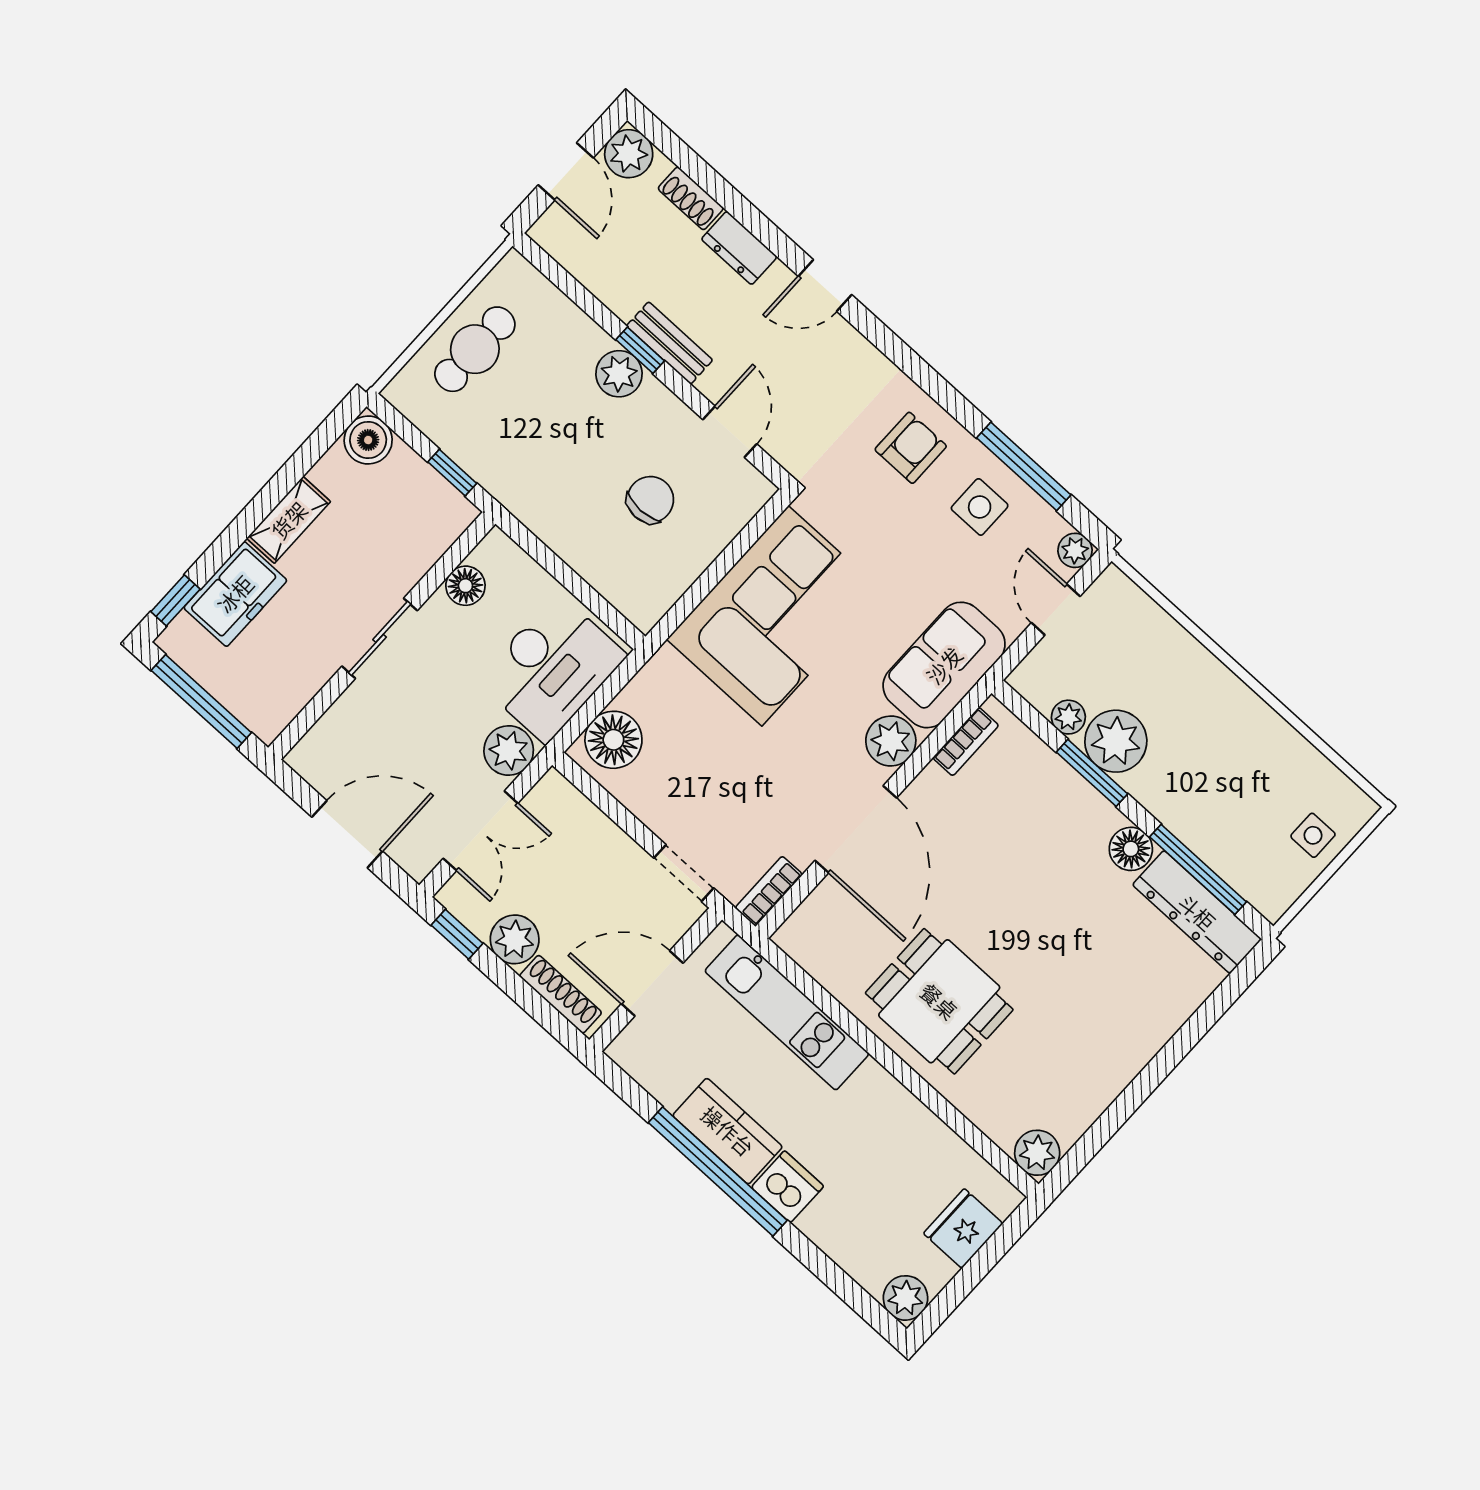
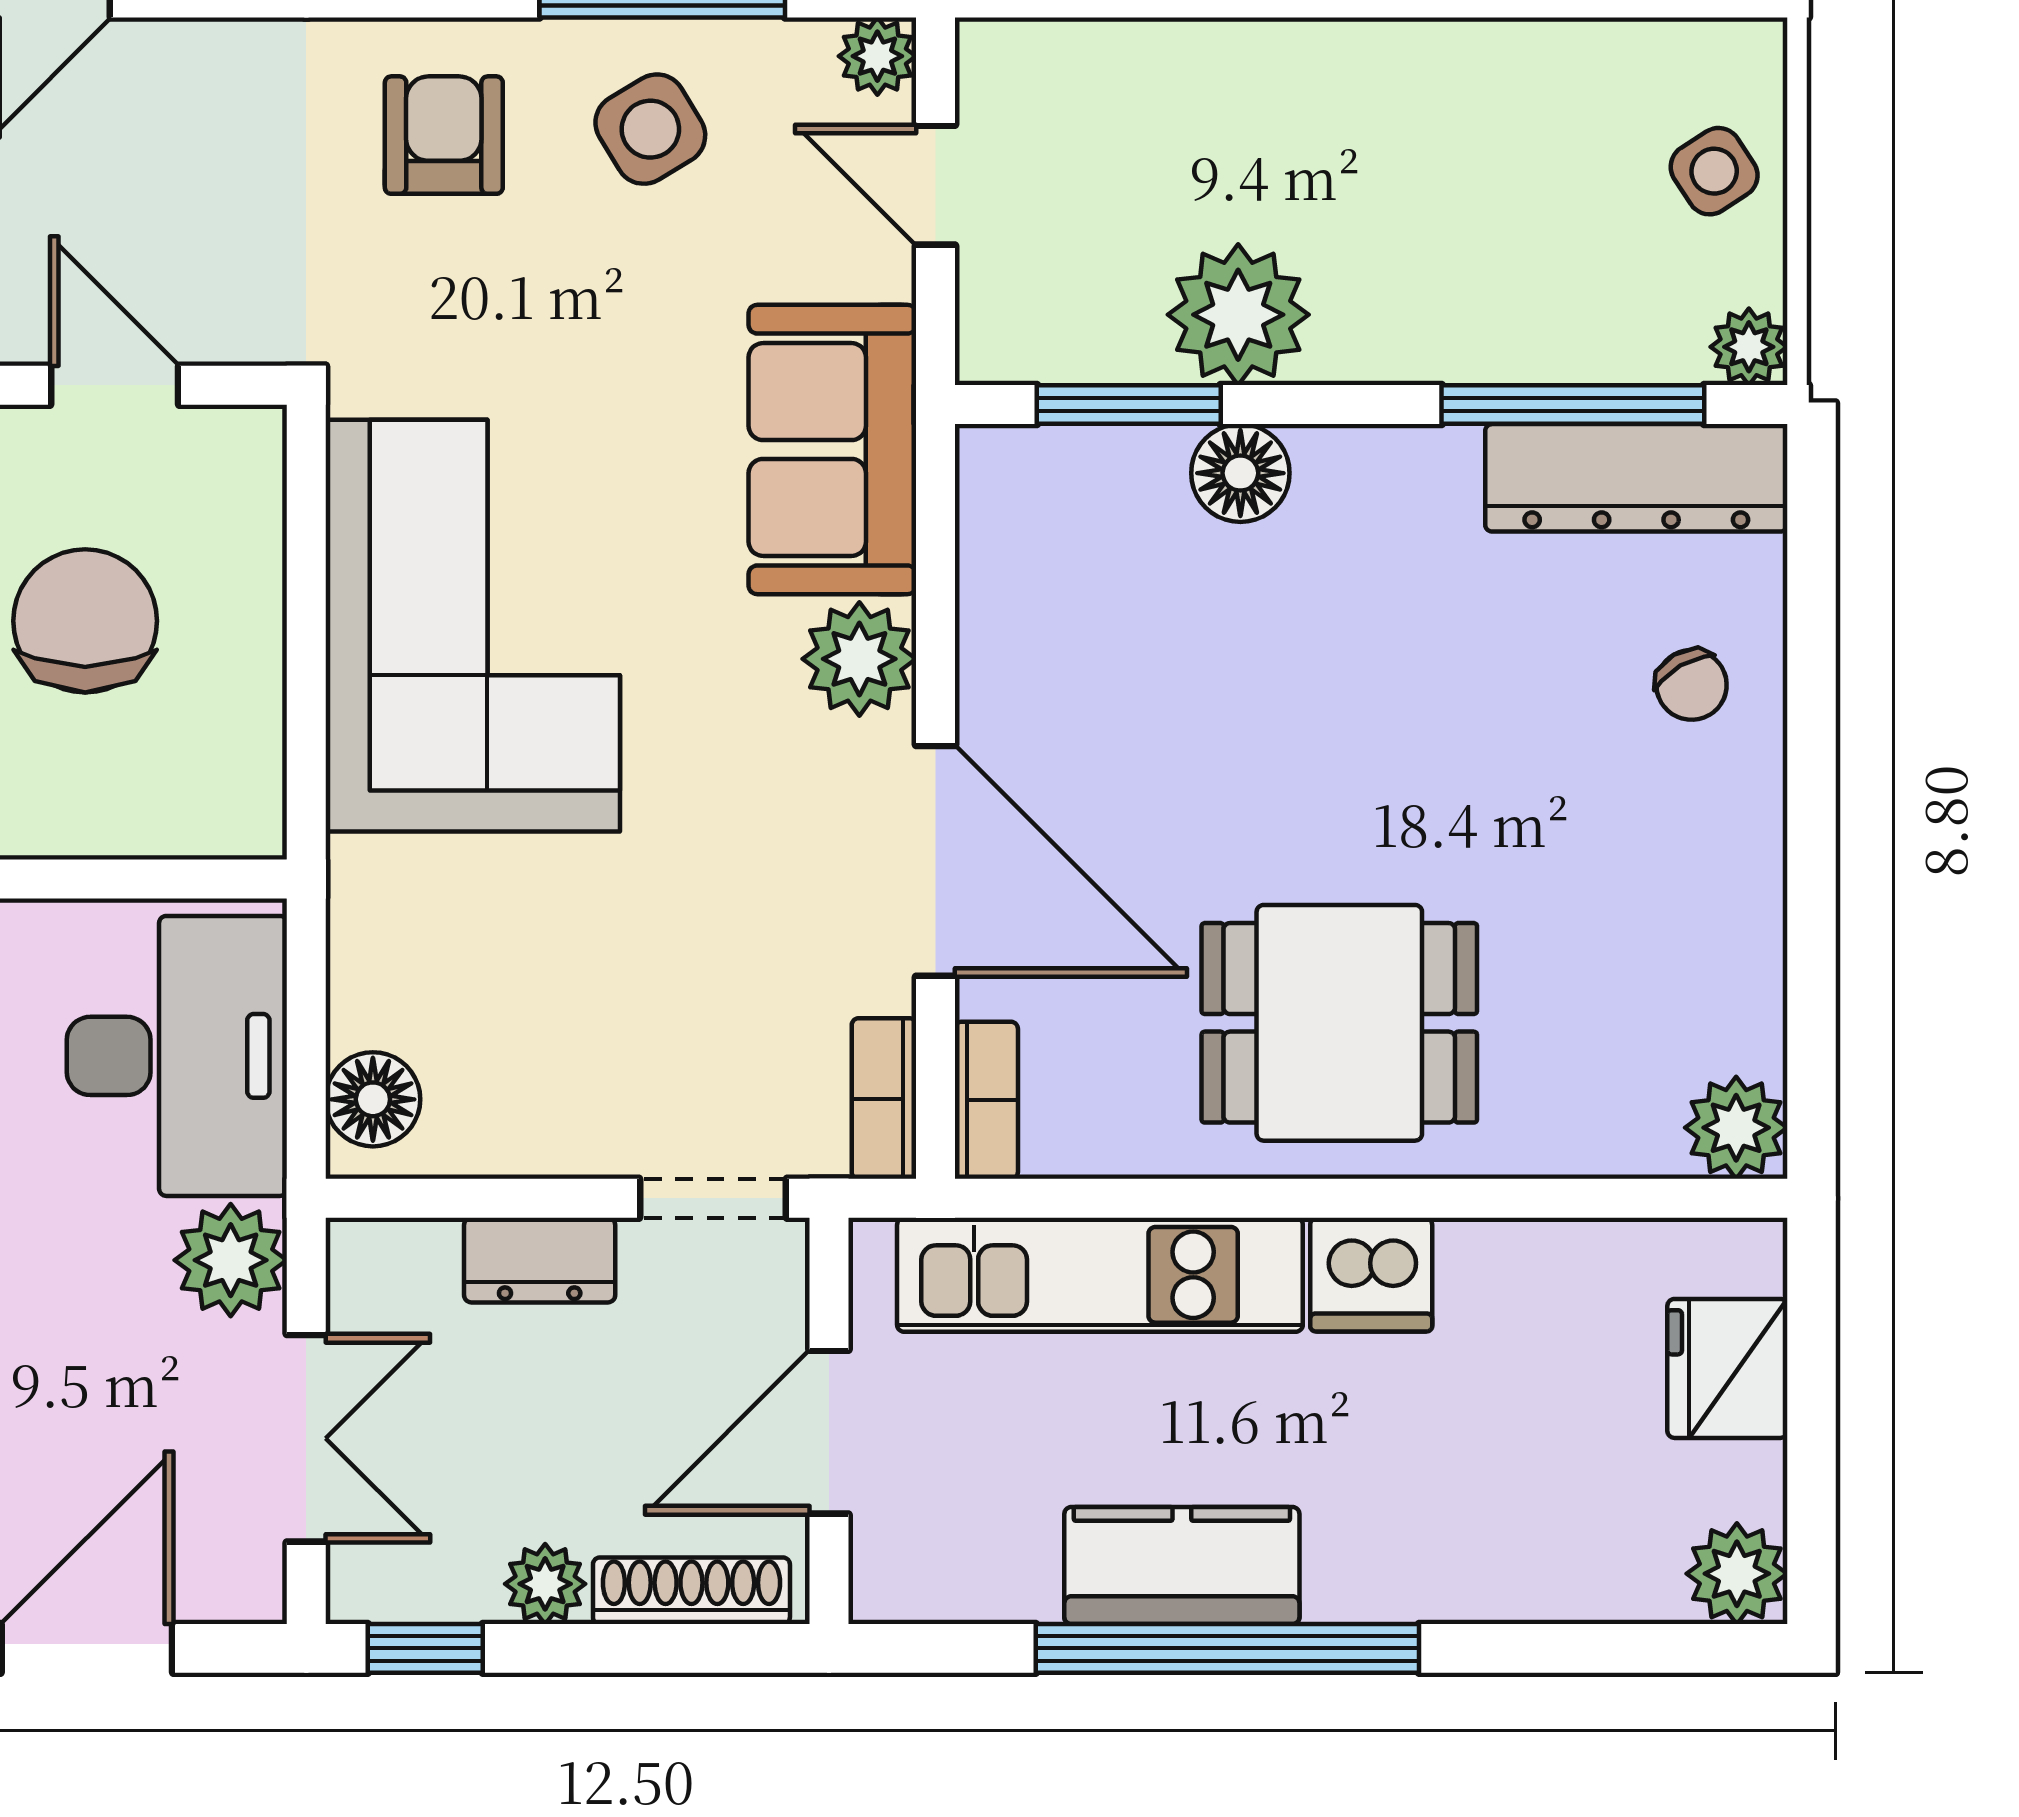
chair: (650, 500) -> (85, 621), width x1.37, depth x1.37
side table: (980, 507) -> (650, 129), turned -31
plant: (1068, 717) -> (1749, 347), moved
floor lamp: (613, 740) -> (373, 1099), width x0.73, depth x0.73
bookcase: (966, 742) -> (986, 1100), moved
window: (1092, 773) -> (1129, 405), moved
side table: (1313, 835) -> (1714, 171), turned -33
dresser: (609, 842) -> (540, 1260), added
floor lamp: (1131, 849) -> (1240, 473), moved
plant: (515, 939) -> (545, 1584), width x0.73, depth x0.73
chair: (1154, 996) -> (1692, 685), added
dishwasher: (787, 1187) -> (1371, 1275), moved, turned 180

